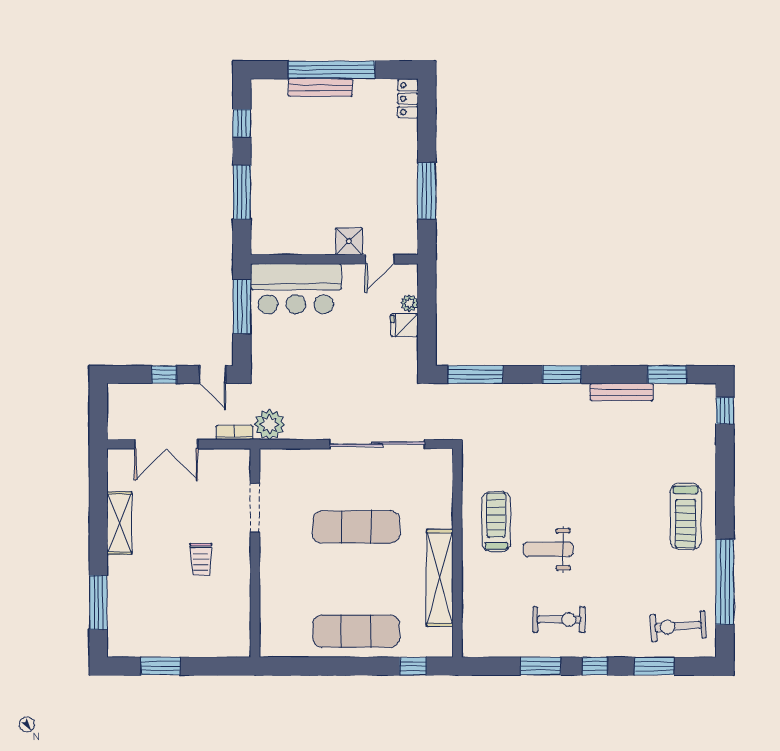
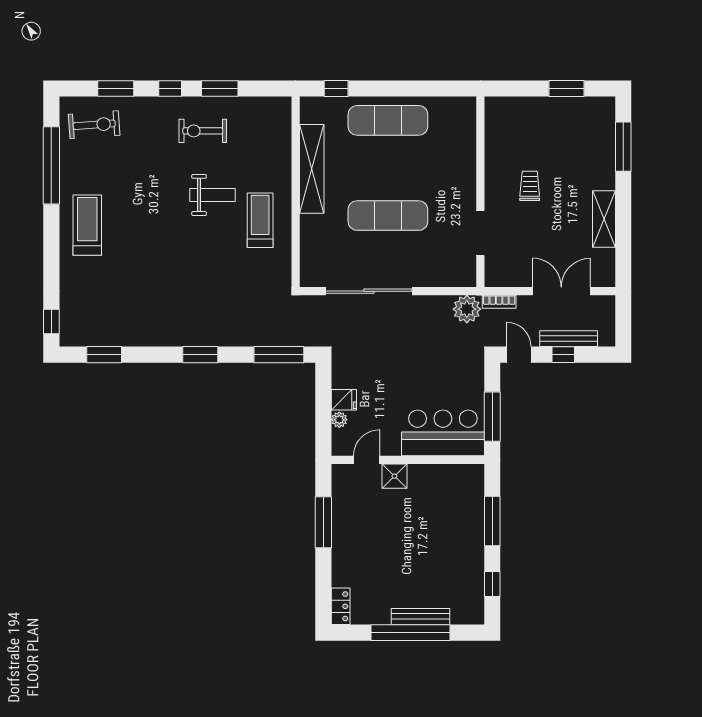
bench: (621, 392) -> (569, 339), moved
treadmill: (496, 522) -> (260, 220), turned 180

